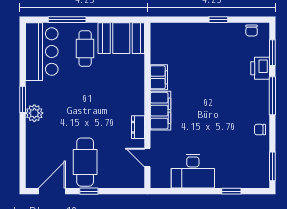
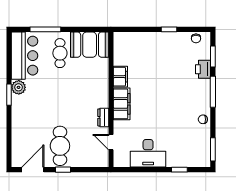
plant: (34, 113) -> (19, 87), moved

